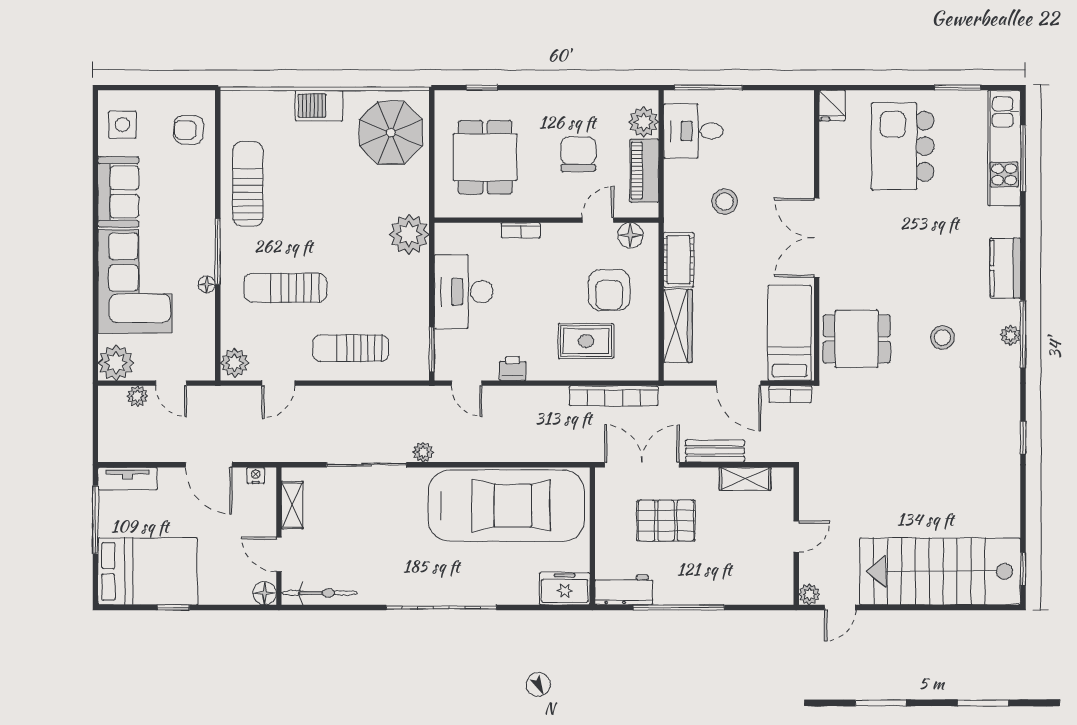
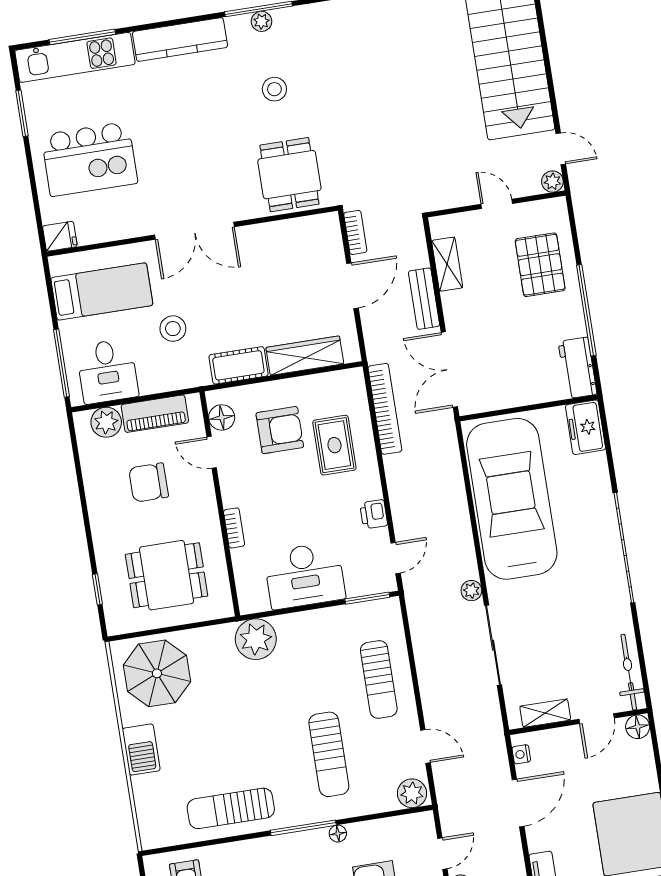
kitchen counter: (1005, 268) -> (180, 40), width x1.50
bed: (790, 333) -> (102, 291), moved, turned 180
pallet: (666, 521) -> (540, 265), moved

